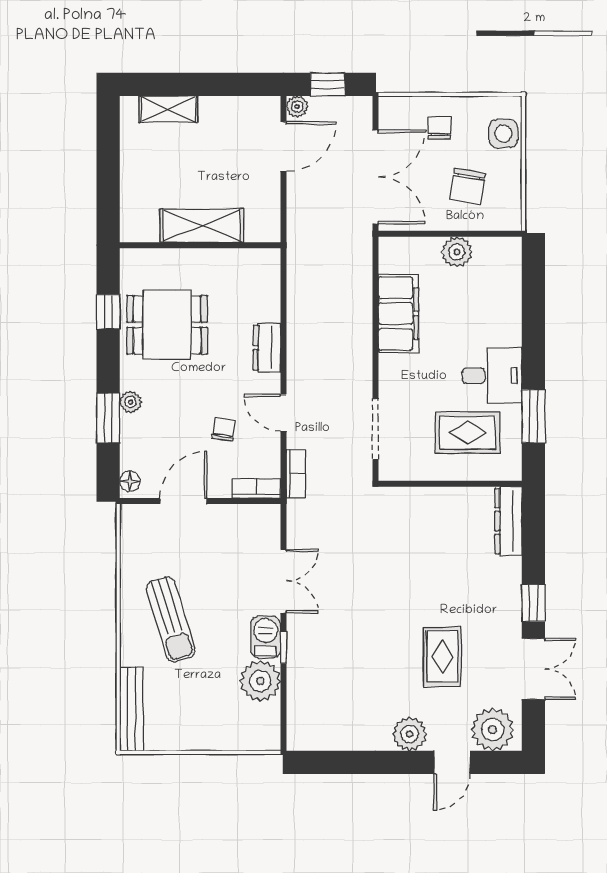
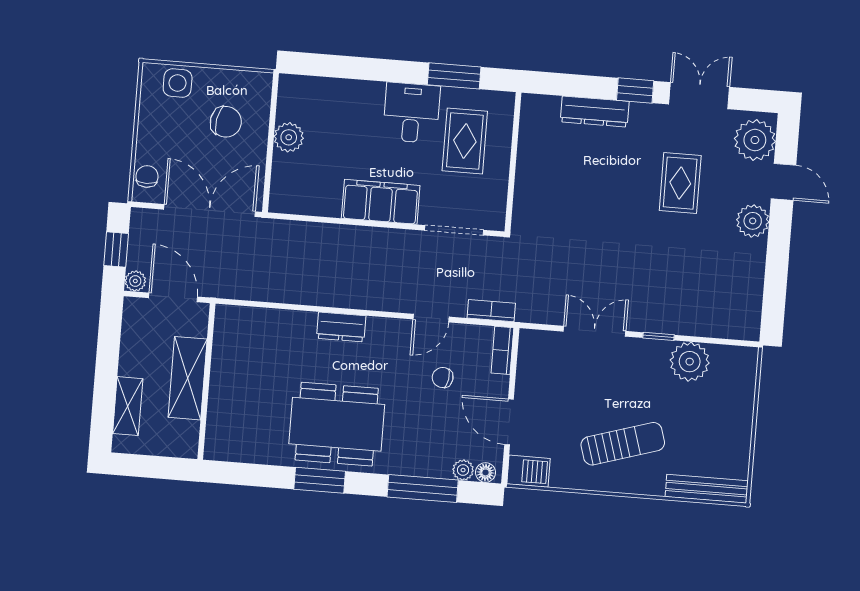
chair: (439, 128) -> (147, 176), moved, turned 90
shelving: (202, 226) -> (188, 378), moved
wall: (200, 245) -> (206, 381), moved
window: (108, 312) -> (320, 480), width x1.50
filing cabinet: (398, 314) -> (381, 202), moved
dining table: (167, 325) -> (337, 424), width x1.37
dresser: (267, 348) -> (341, 327), moved
plant: (130, 402) -> (463, 470), moved
window: (108, 418) -> (423, 489), width x1.44
dresser: (508, 521) -> (595, 112), moved
barbecue: (266, 637) -> (528, 471), moved, turned 180
rug: (442, 657) -> (680, 183), turned 90

